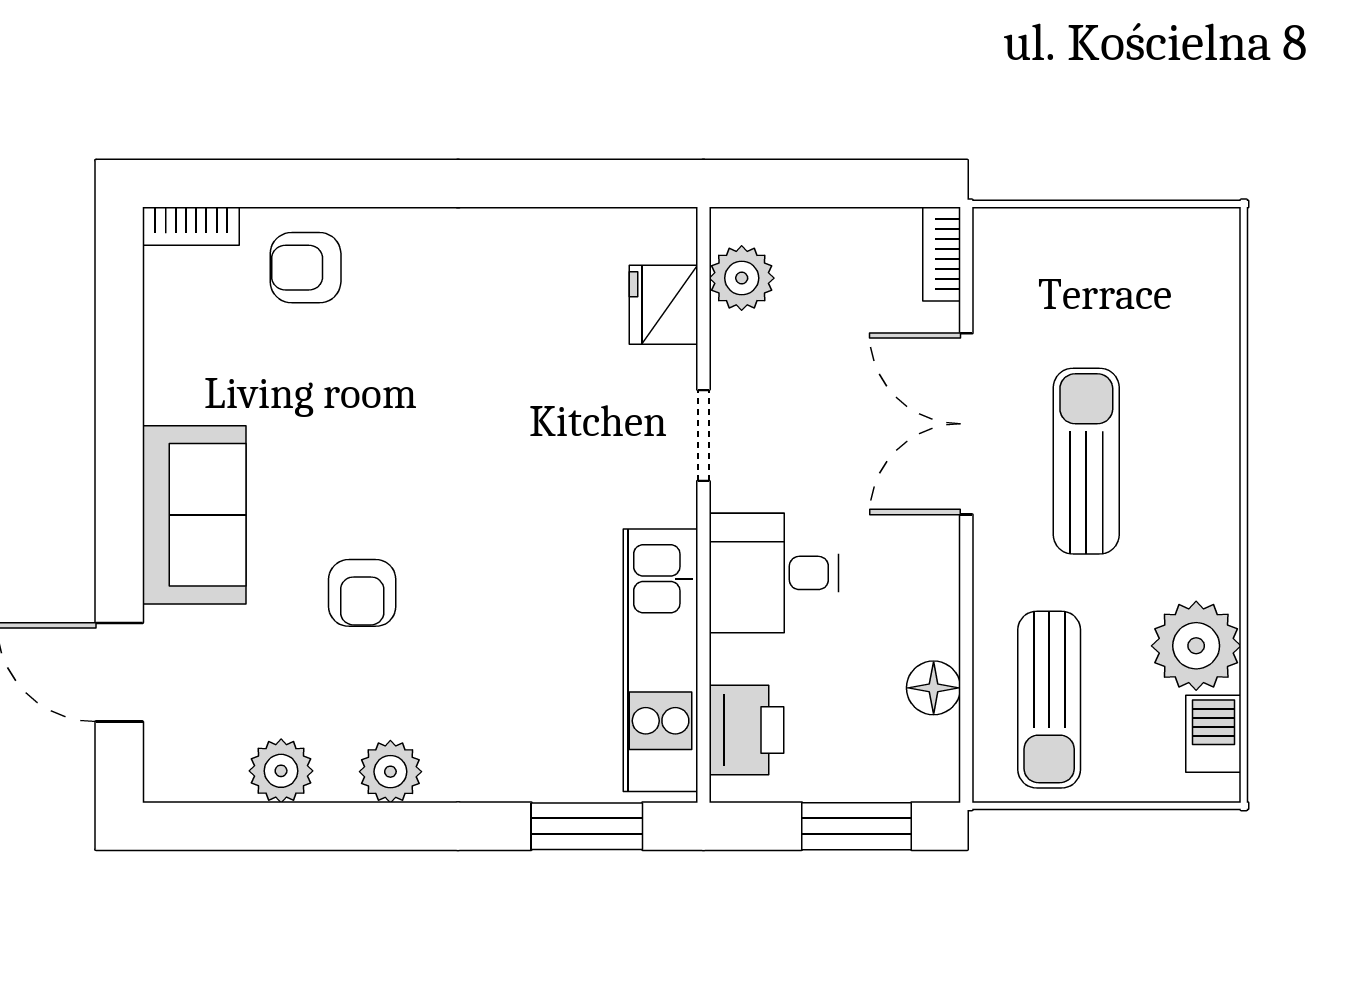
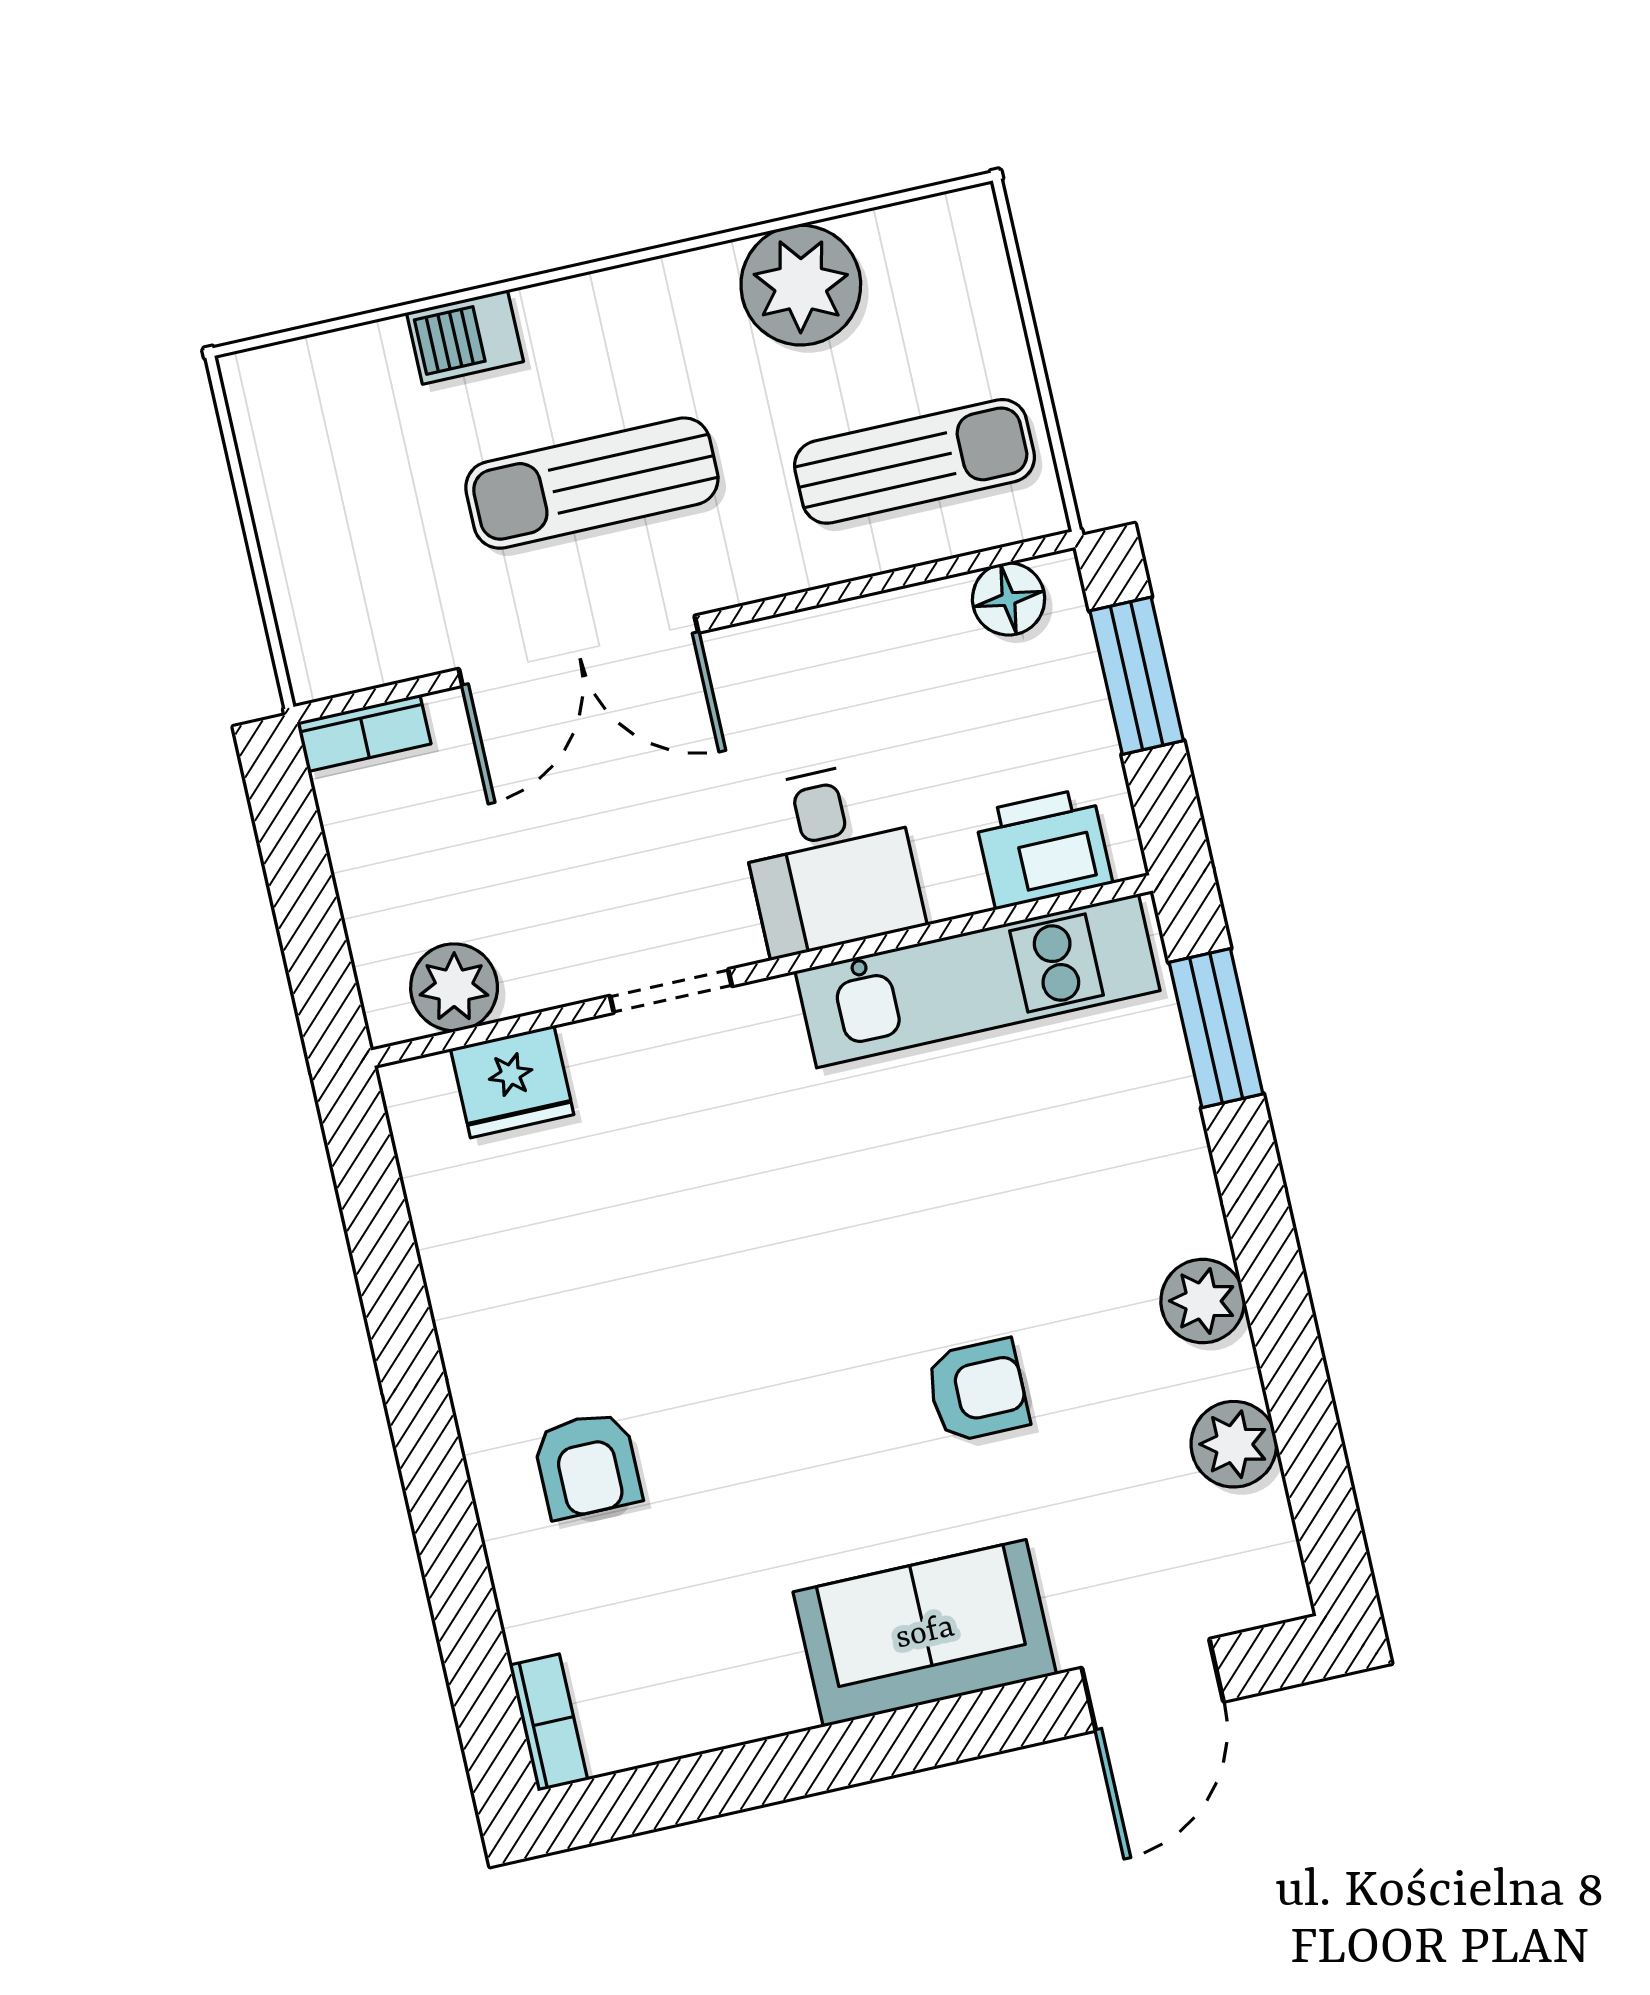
armchair: (306, 268) -> (587, 1465), moved
floor lamp: (934, 688) -> (1009, 599), moved
barbecue: (1213, 734) -> (465, 337), moved

